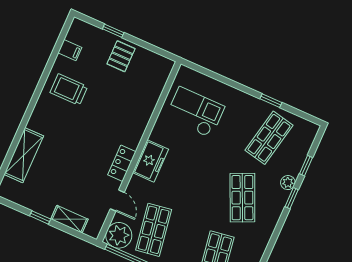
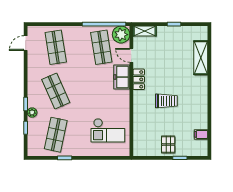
trolley: (69, 90) -> (166, 101), moved
freezer: (150, 161) -> (122, 77), moved
shelving: (69, 219) -> (145, 31), moved

